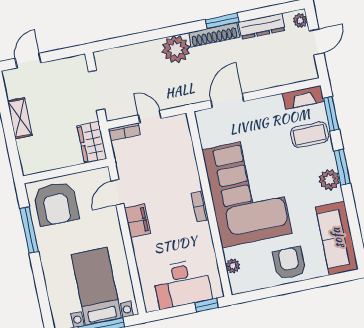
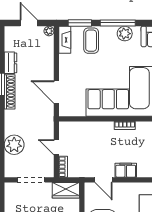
plant: (300, 21) -> (49, 31), moved
dresser: (262, 26) -> (10, 63), width x0.70
plant: (176, 49) -> (14, 145), moved
door: (150, 117) -> (56, 147), hinge flipped
window: (342, 167) -> (118, 23), width x1.44

